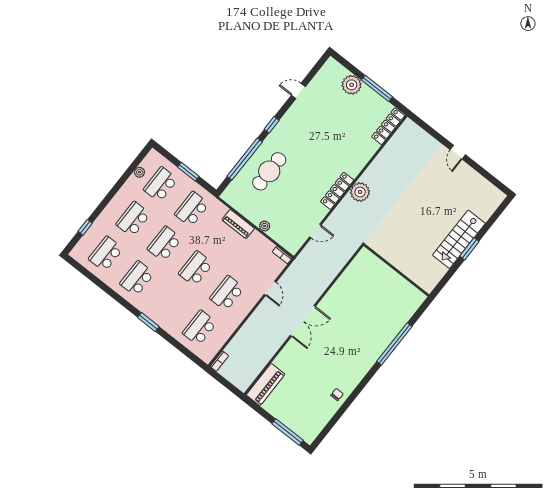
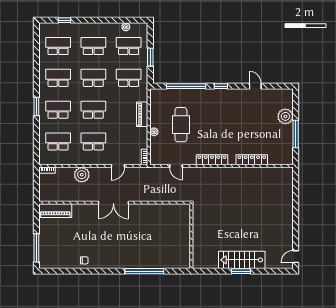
locker: (388, 126) -> (252, 160), moved
door: (458, 152) -> (296, 257), moved
cafe table: (269, 171) -> (181, 125), moved, turned 90
plant: (360, 192) -> (82, 175), moved
school desk: (168, 303) -> (58, 110), added

